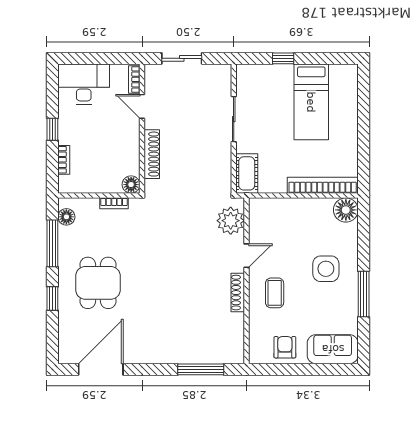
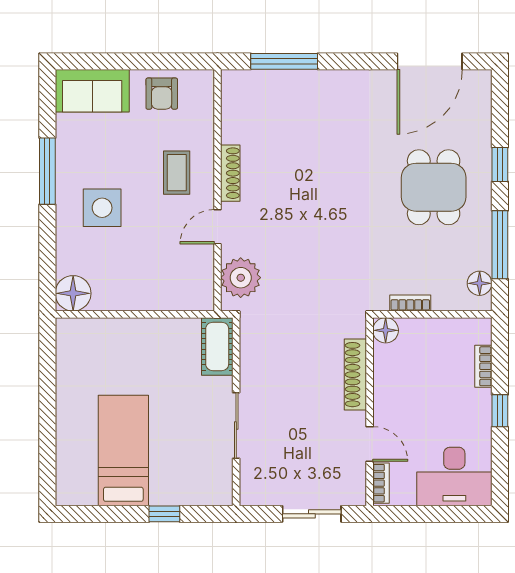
bookcase: (323, 185) -> (107, 329), removed

